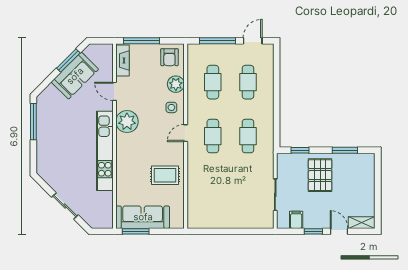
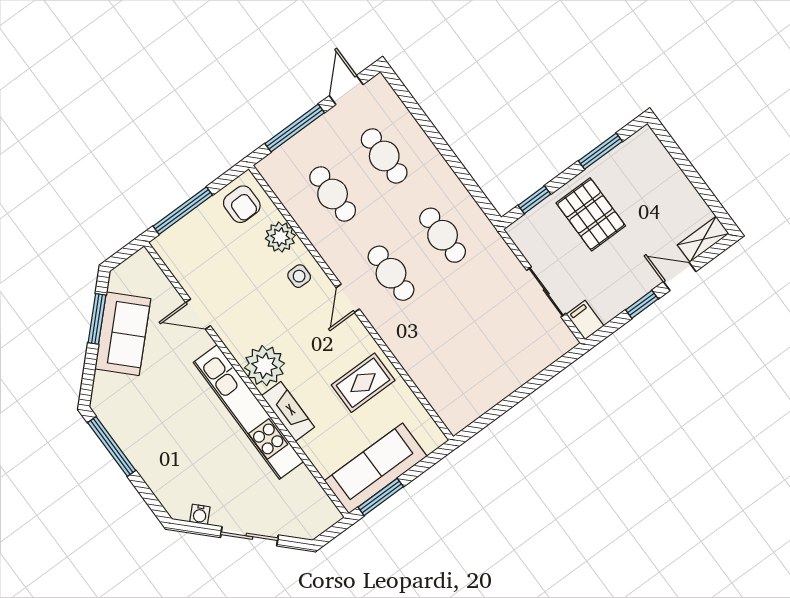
fireplace: (123, 61) -> (288, 411), moved
plant: (127, 122) -> (264, 366), moved
water cooler: (50, 180) -> (200, 514), added
filing cabinet: (296, 220) -> (585, 320), moved

